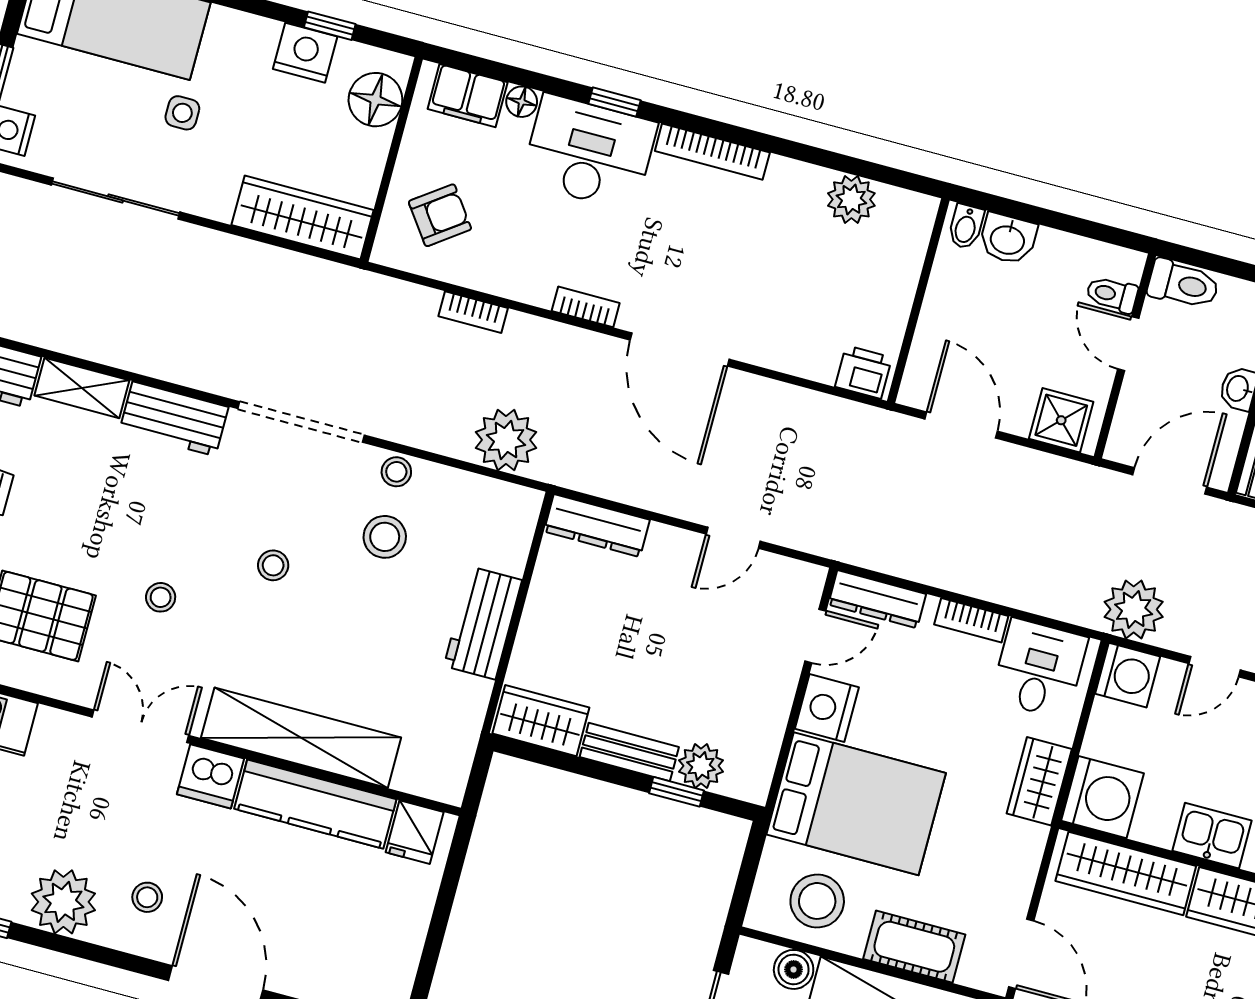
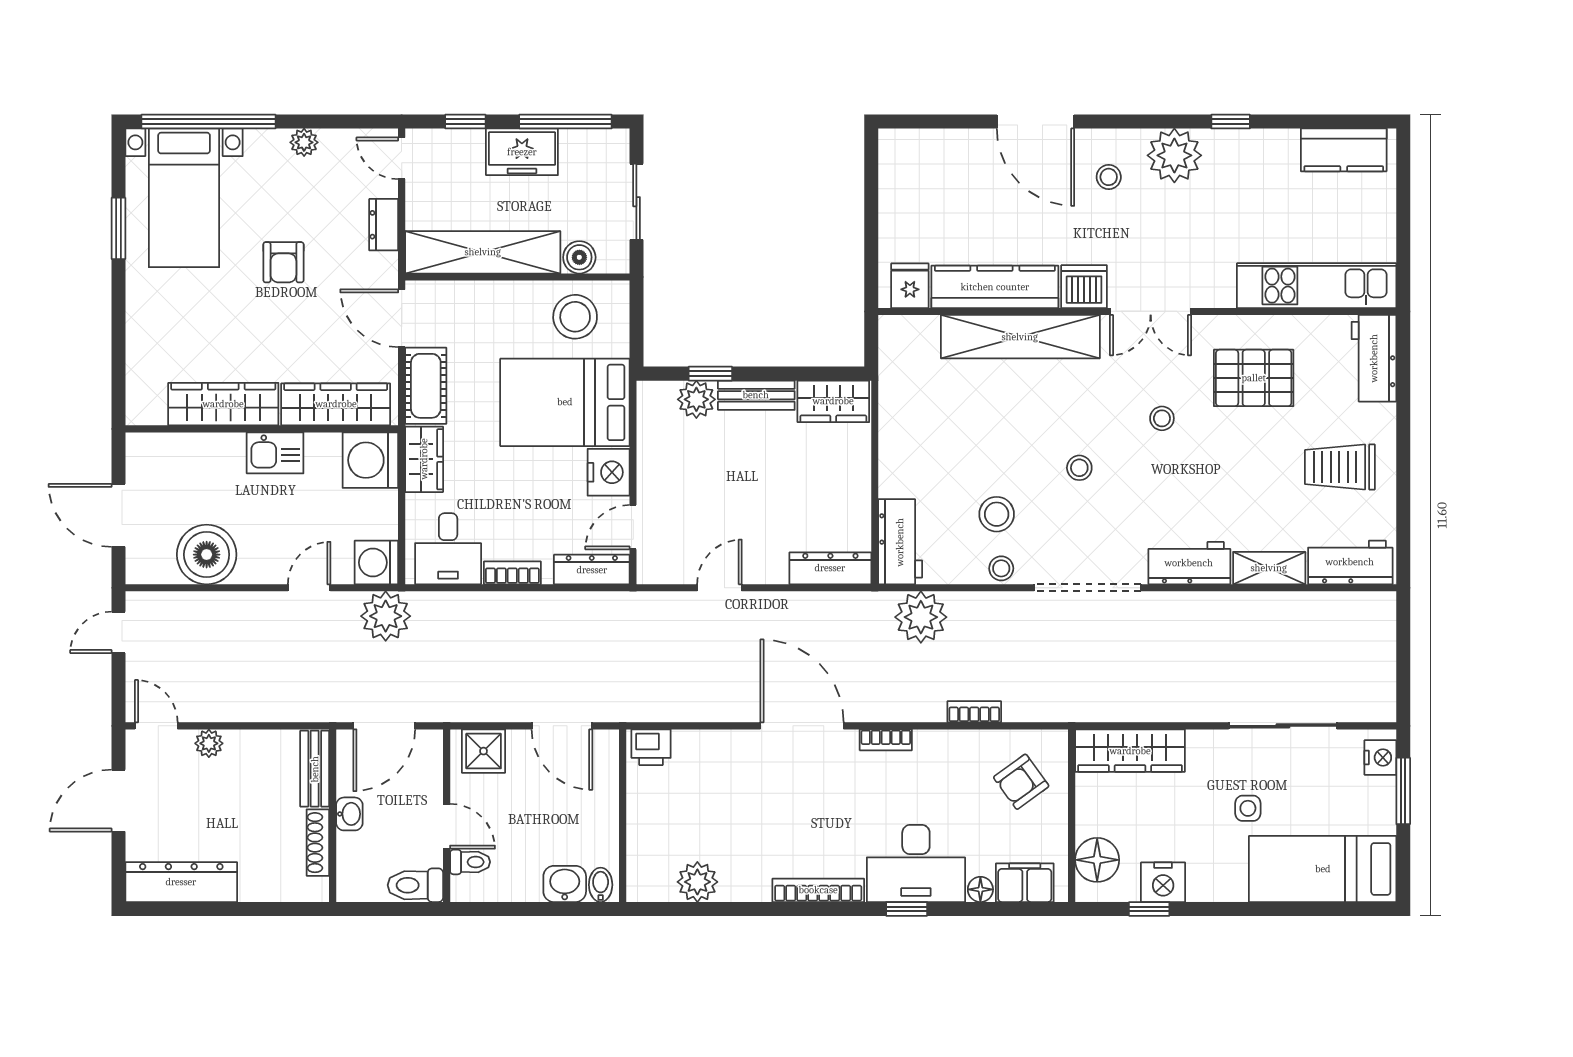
workbench: (483, 623) -> (900, 542), moved
cot: (914, 947) -> (426, 386), moved, turned 90

